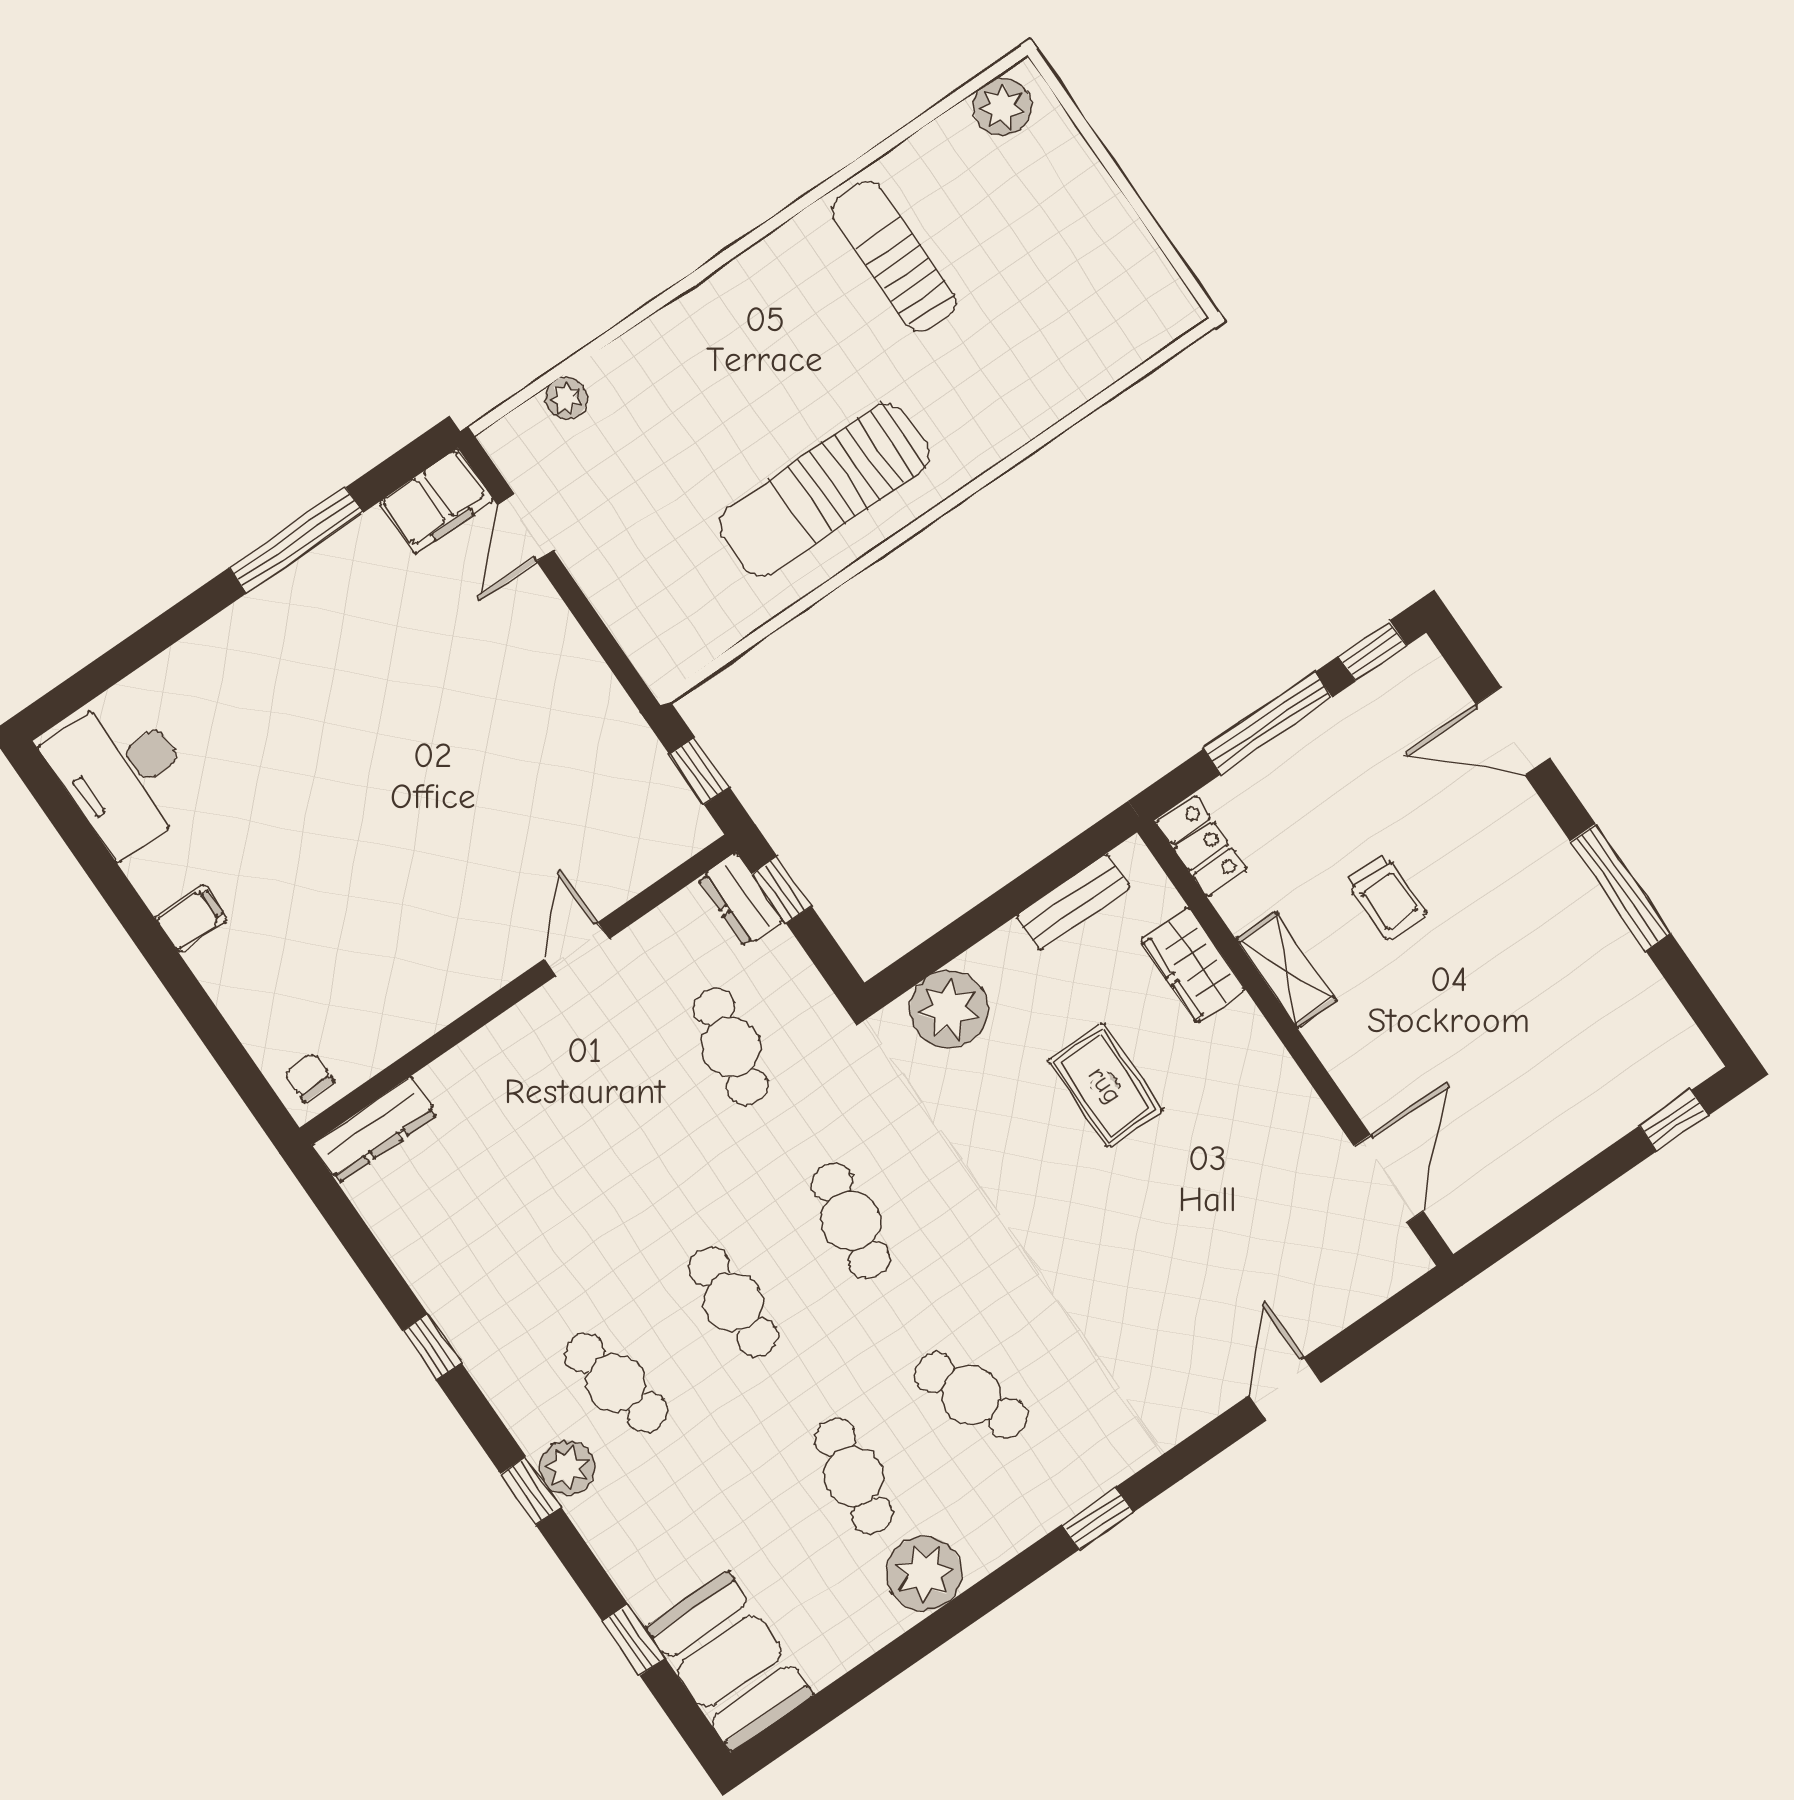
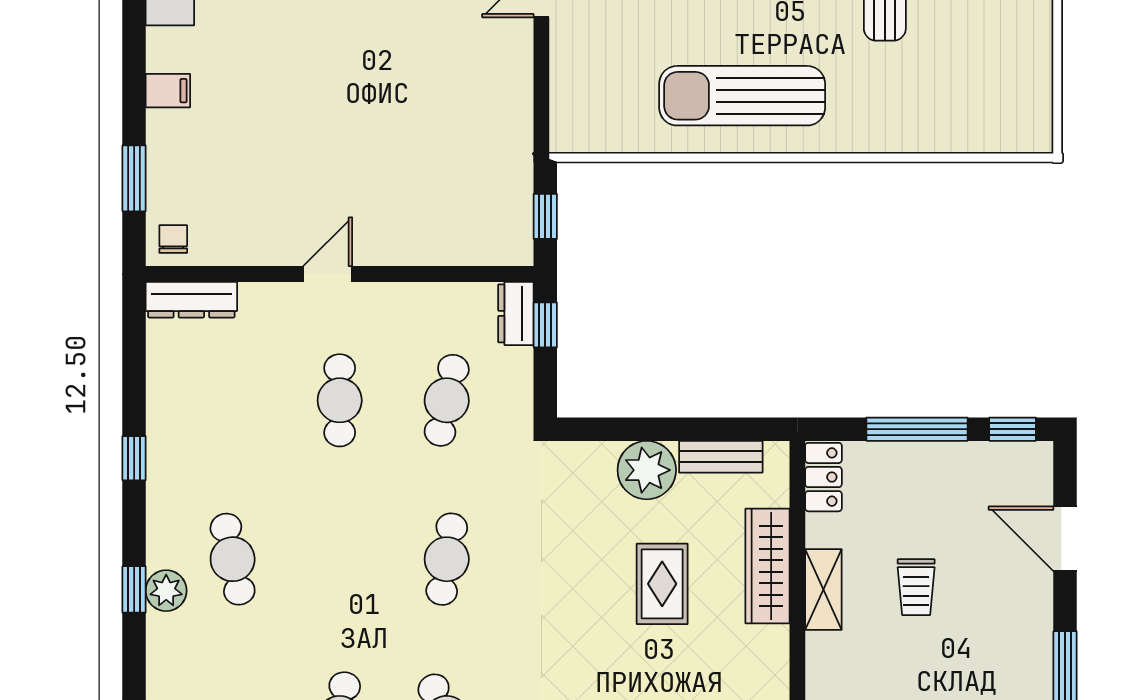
door: (577, 949) -> (328, 274), moved
wardrobe: (1193, 965) -> (768, 566), width x1.50
plant: (949, 1009) -> (647, 470), moved
window: (220, 1040) -> (134, 178), added
cafe table: (733, 1302) -> (340, 400), moved

